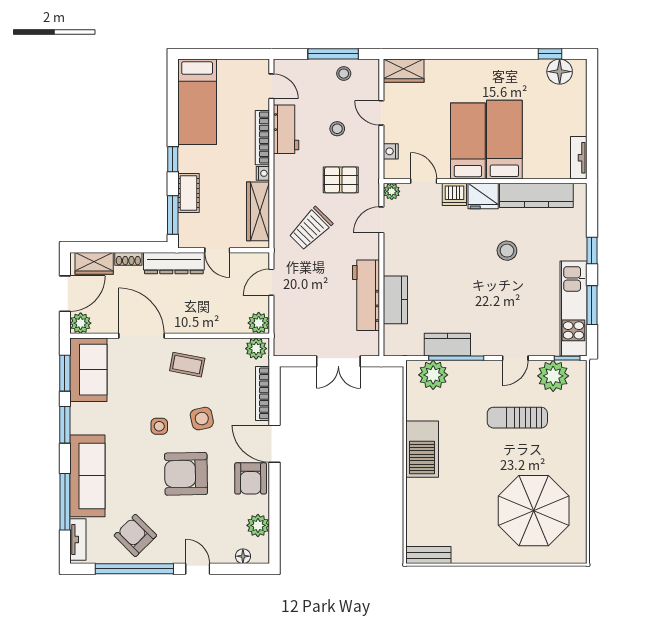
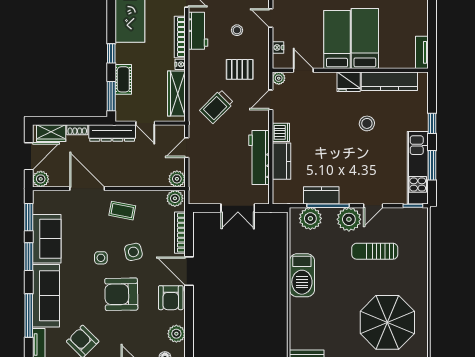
dishwasher: (454, 194) -> (281, 132), moved, turned -90
sofa: (88, 370) -> (47, 239), moved
plant: (553, 376) -> (349, 219), moved

